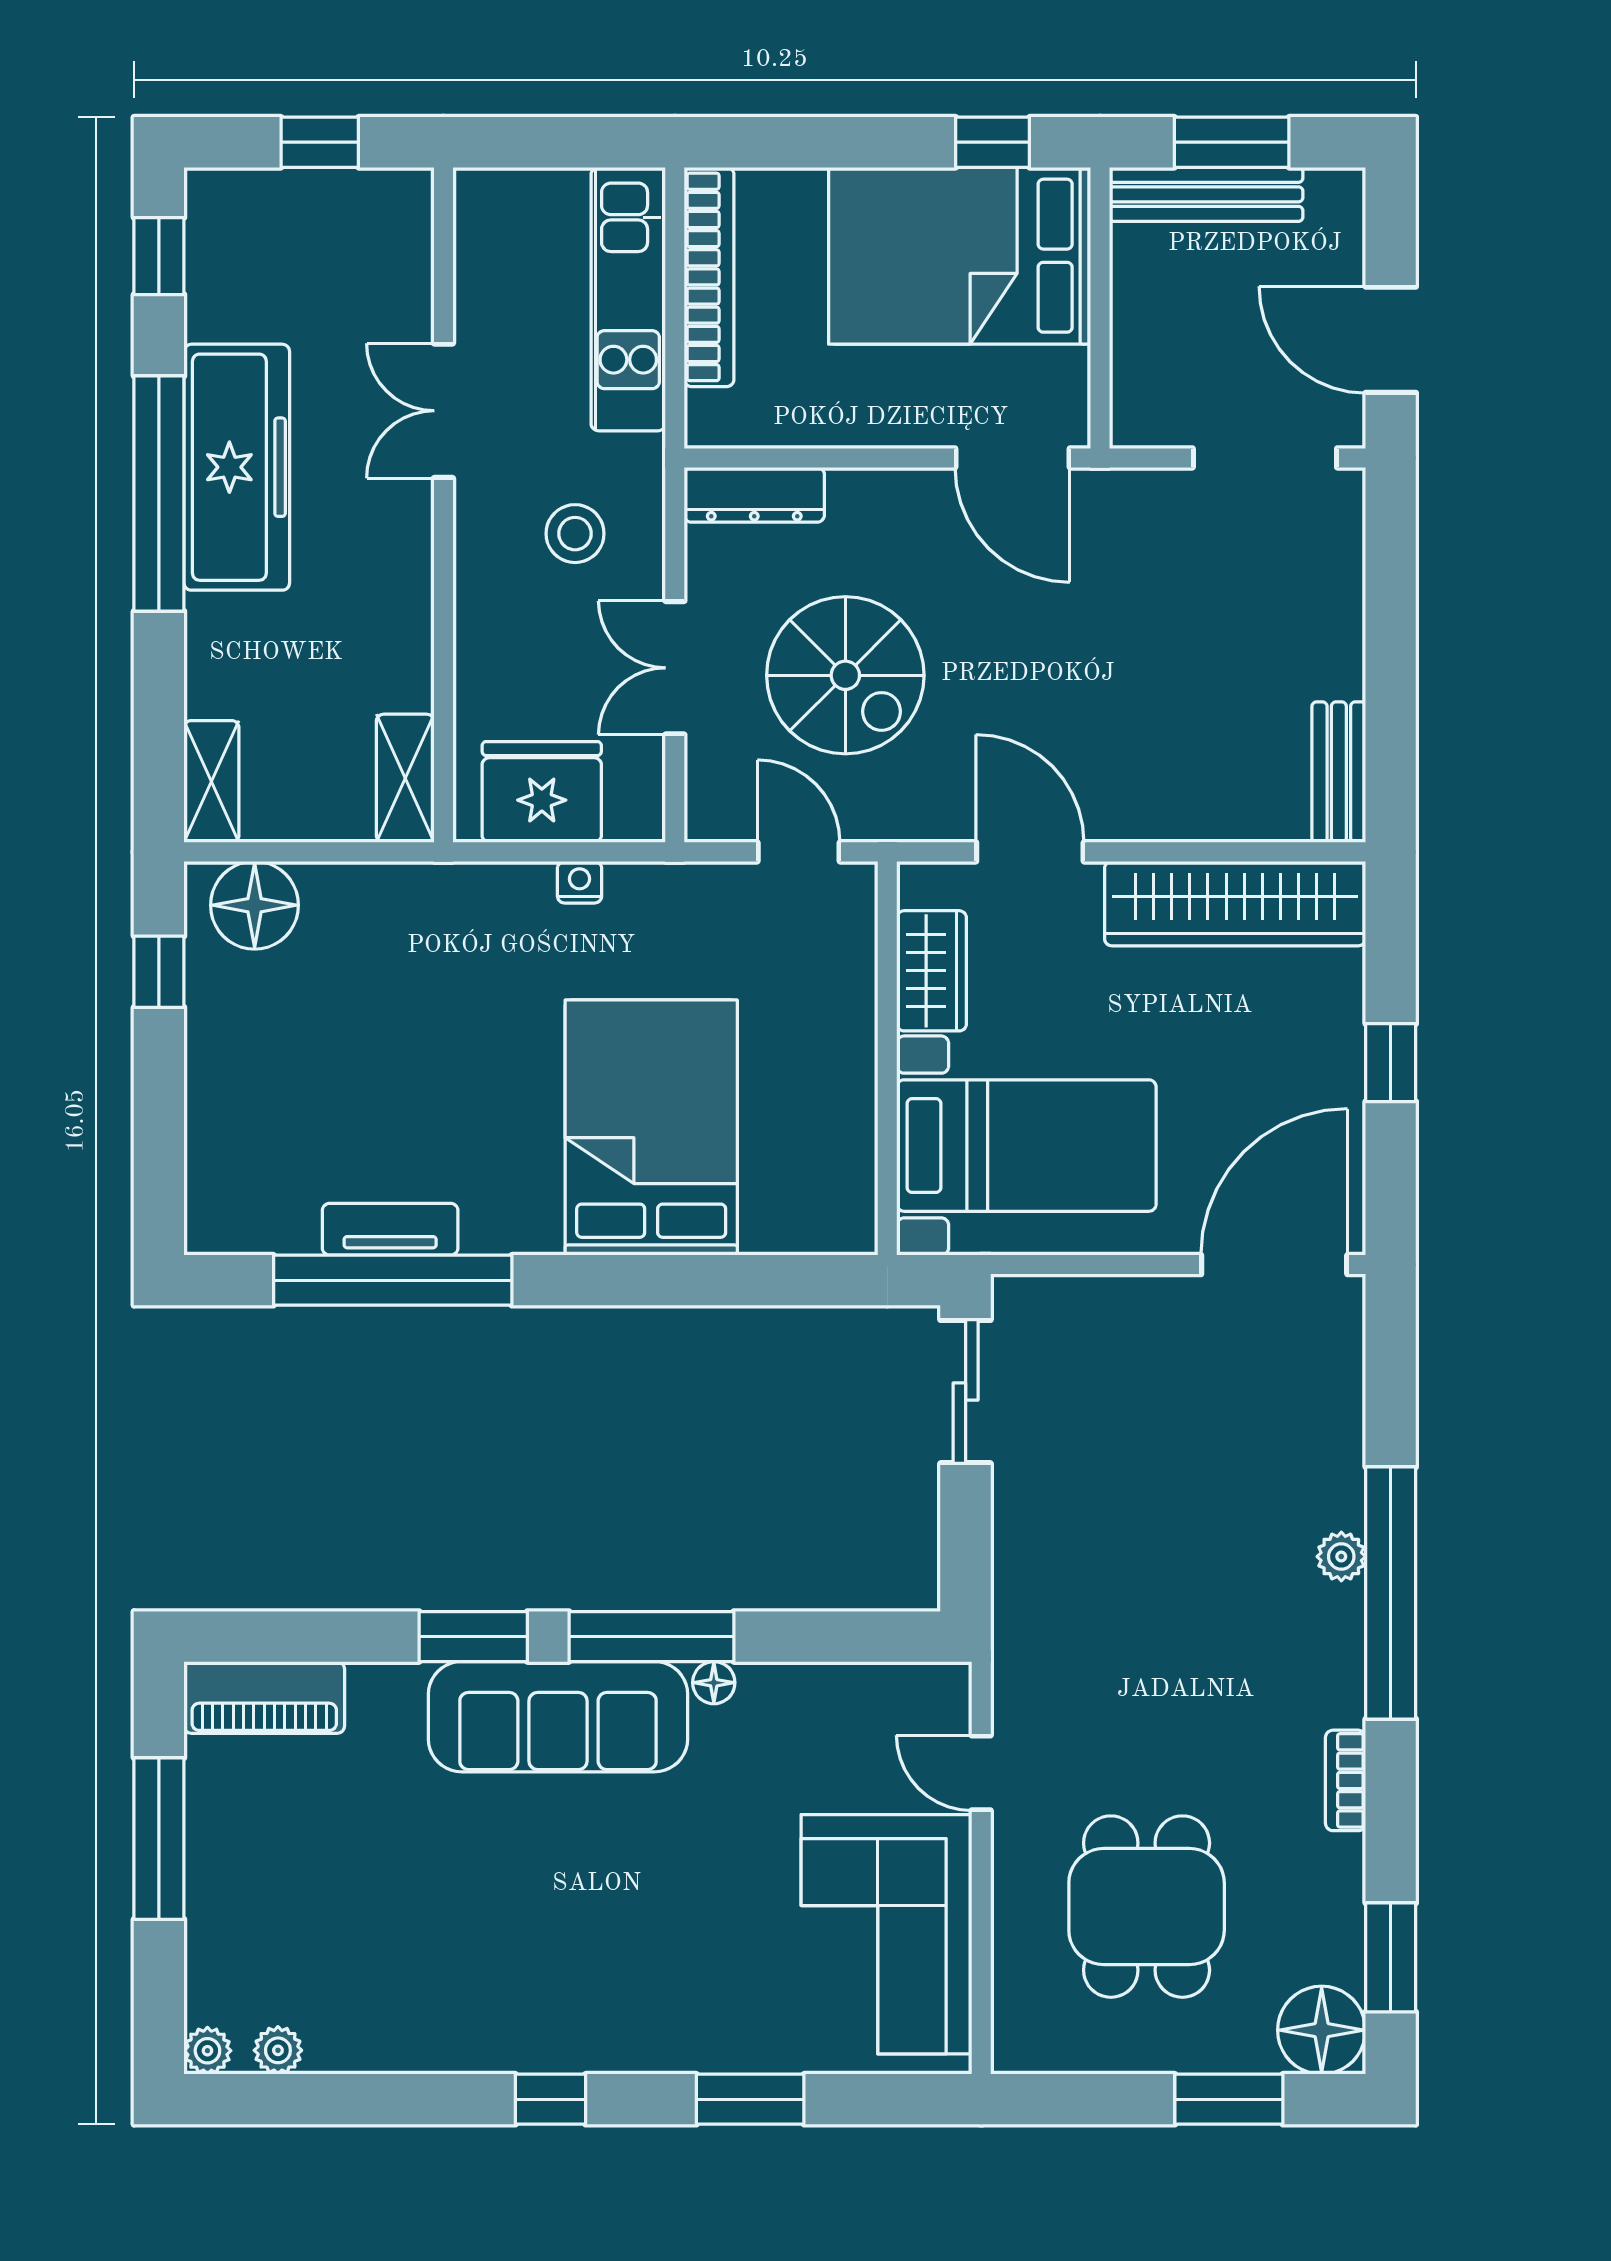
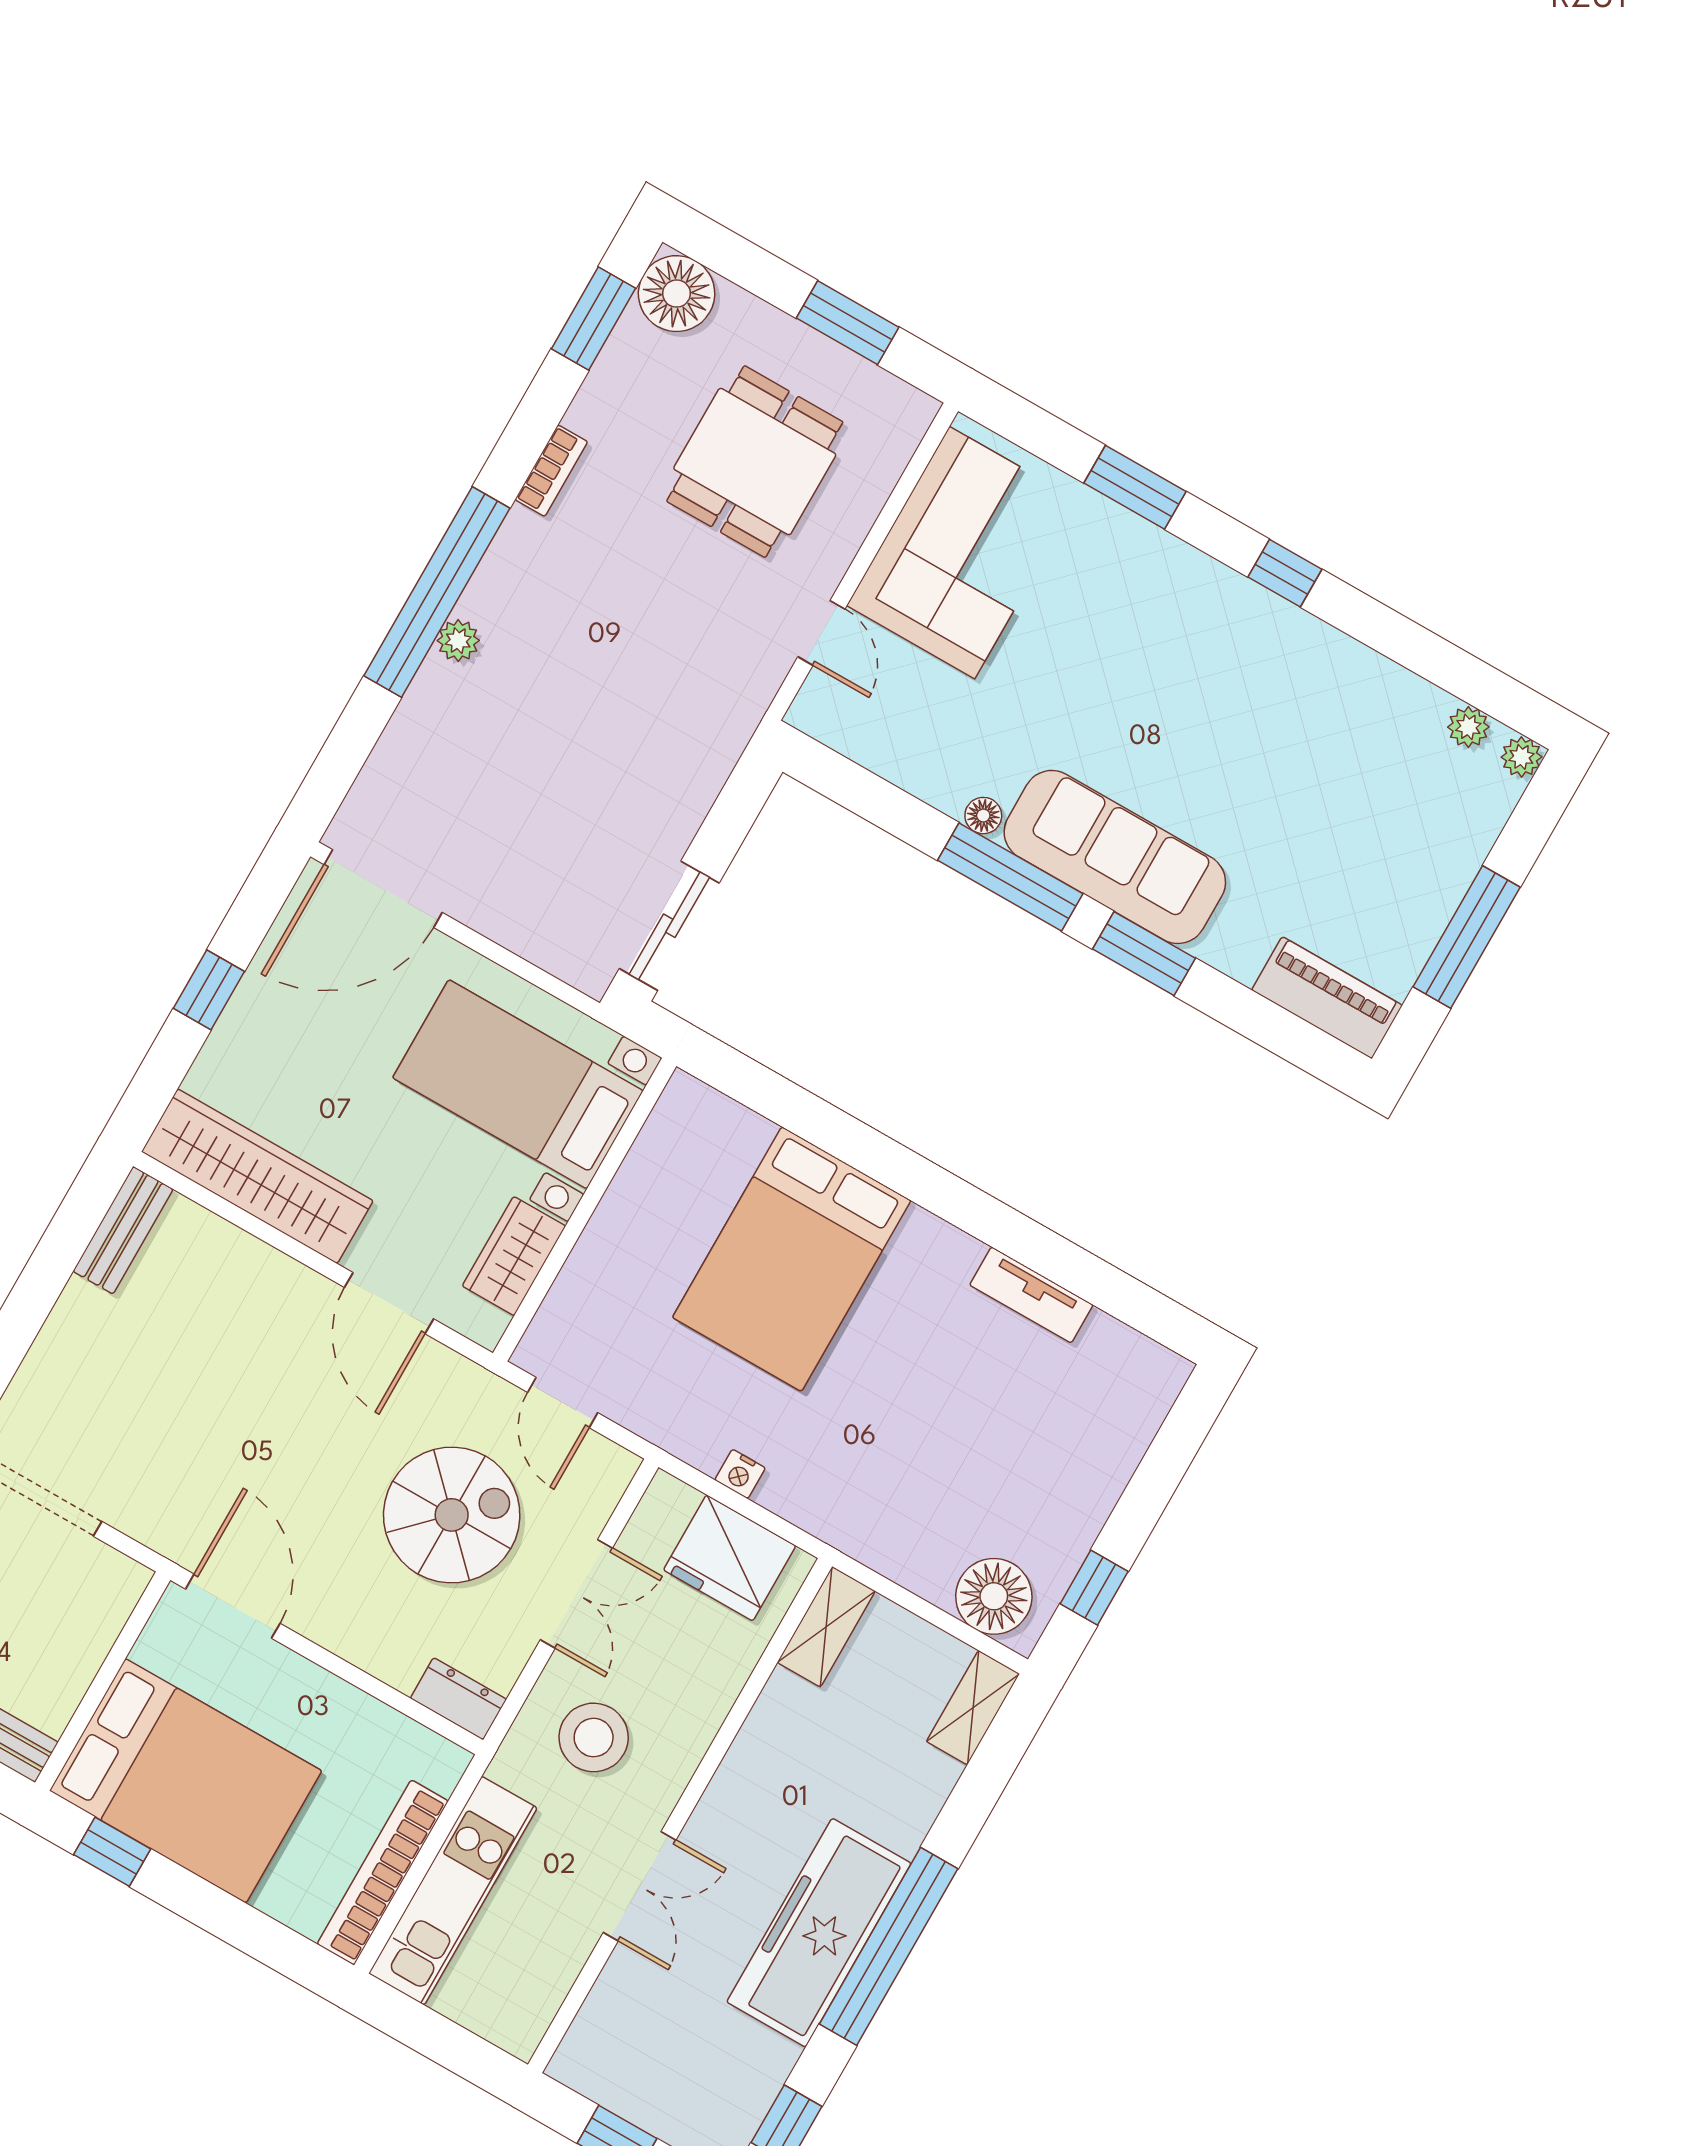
dresser: (754, 495) -> (458, 1699), width x0.70
stool: (575, 534) -> (594, 1737), width x1.38, depth x1.38
spiral stairs: (845, 675) -> (452, 1515), turned 90
window: (393, 1280) -> (1051, 1256), removed
window: (1229, 2099) -> (848, 323), moved

